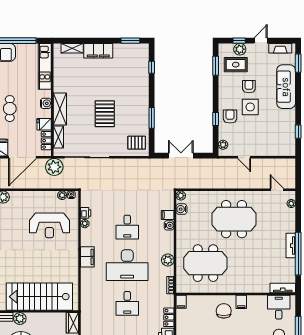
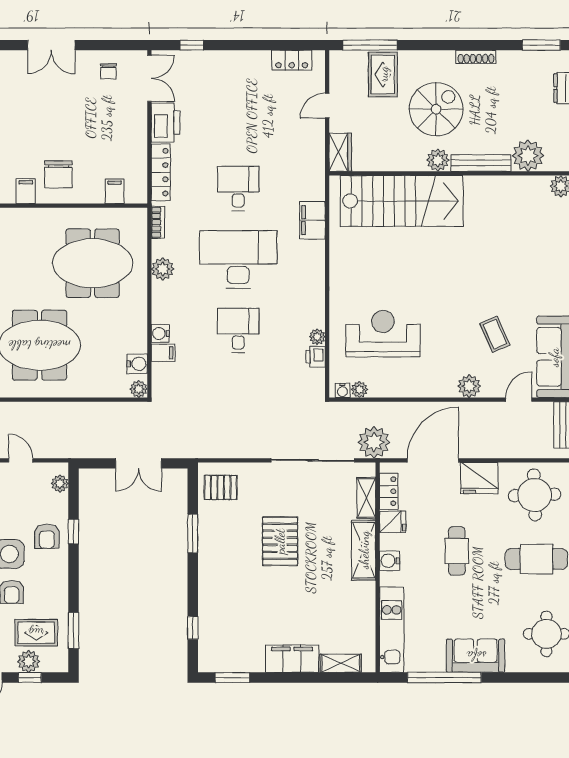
filing cabinet: (87, 257) -> (312, 220), moved
filing cabinet: (181, 302) -> (115, 191), moved
locker: (169, 317) -> (161, 172), width x1.53

